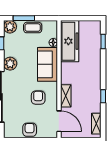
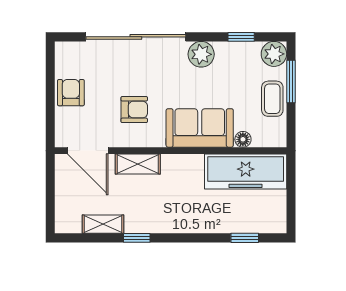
door: (59, 121) -> (88, 151), hinge flipped
shelving: (96, 124) -> (103, 224), moved
armchair: (30, 130) -> (71, 93), turned -90

